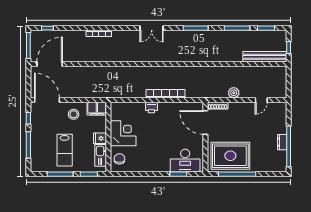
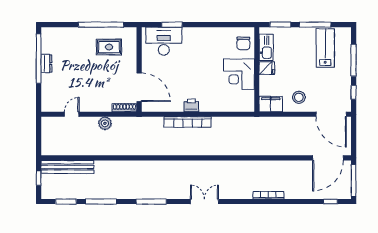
printer: (151, 108) -> (191, 105), moved
lab bench: (65, 150) -> (325, 48), moved
rug: (230, 156) -> (109, 47), width x0.54, depth x0.49

